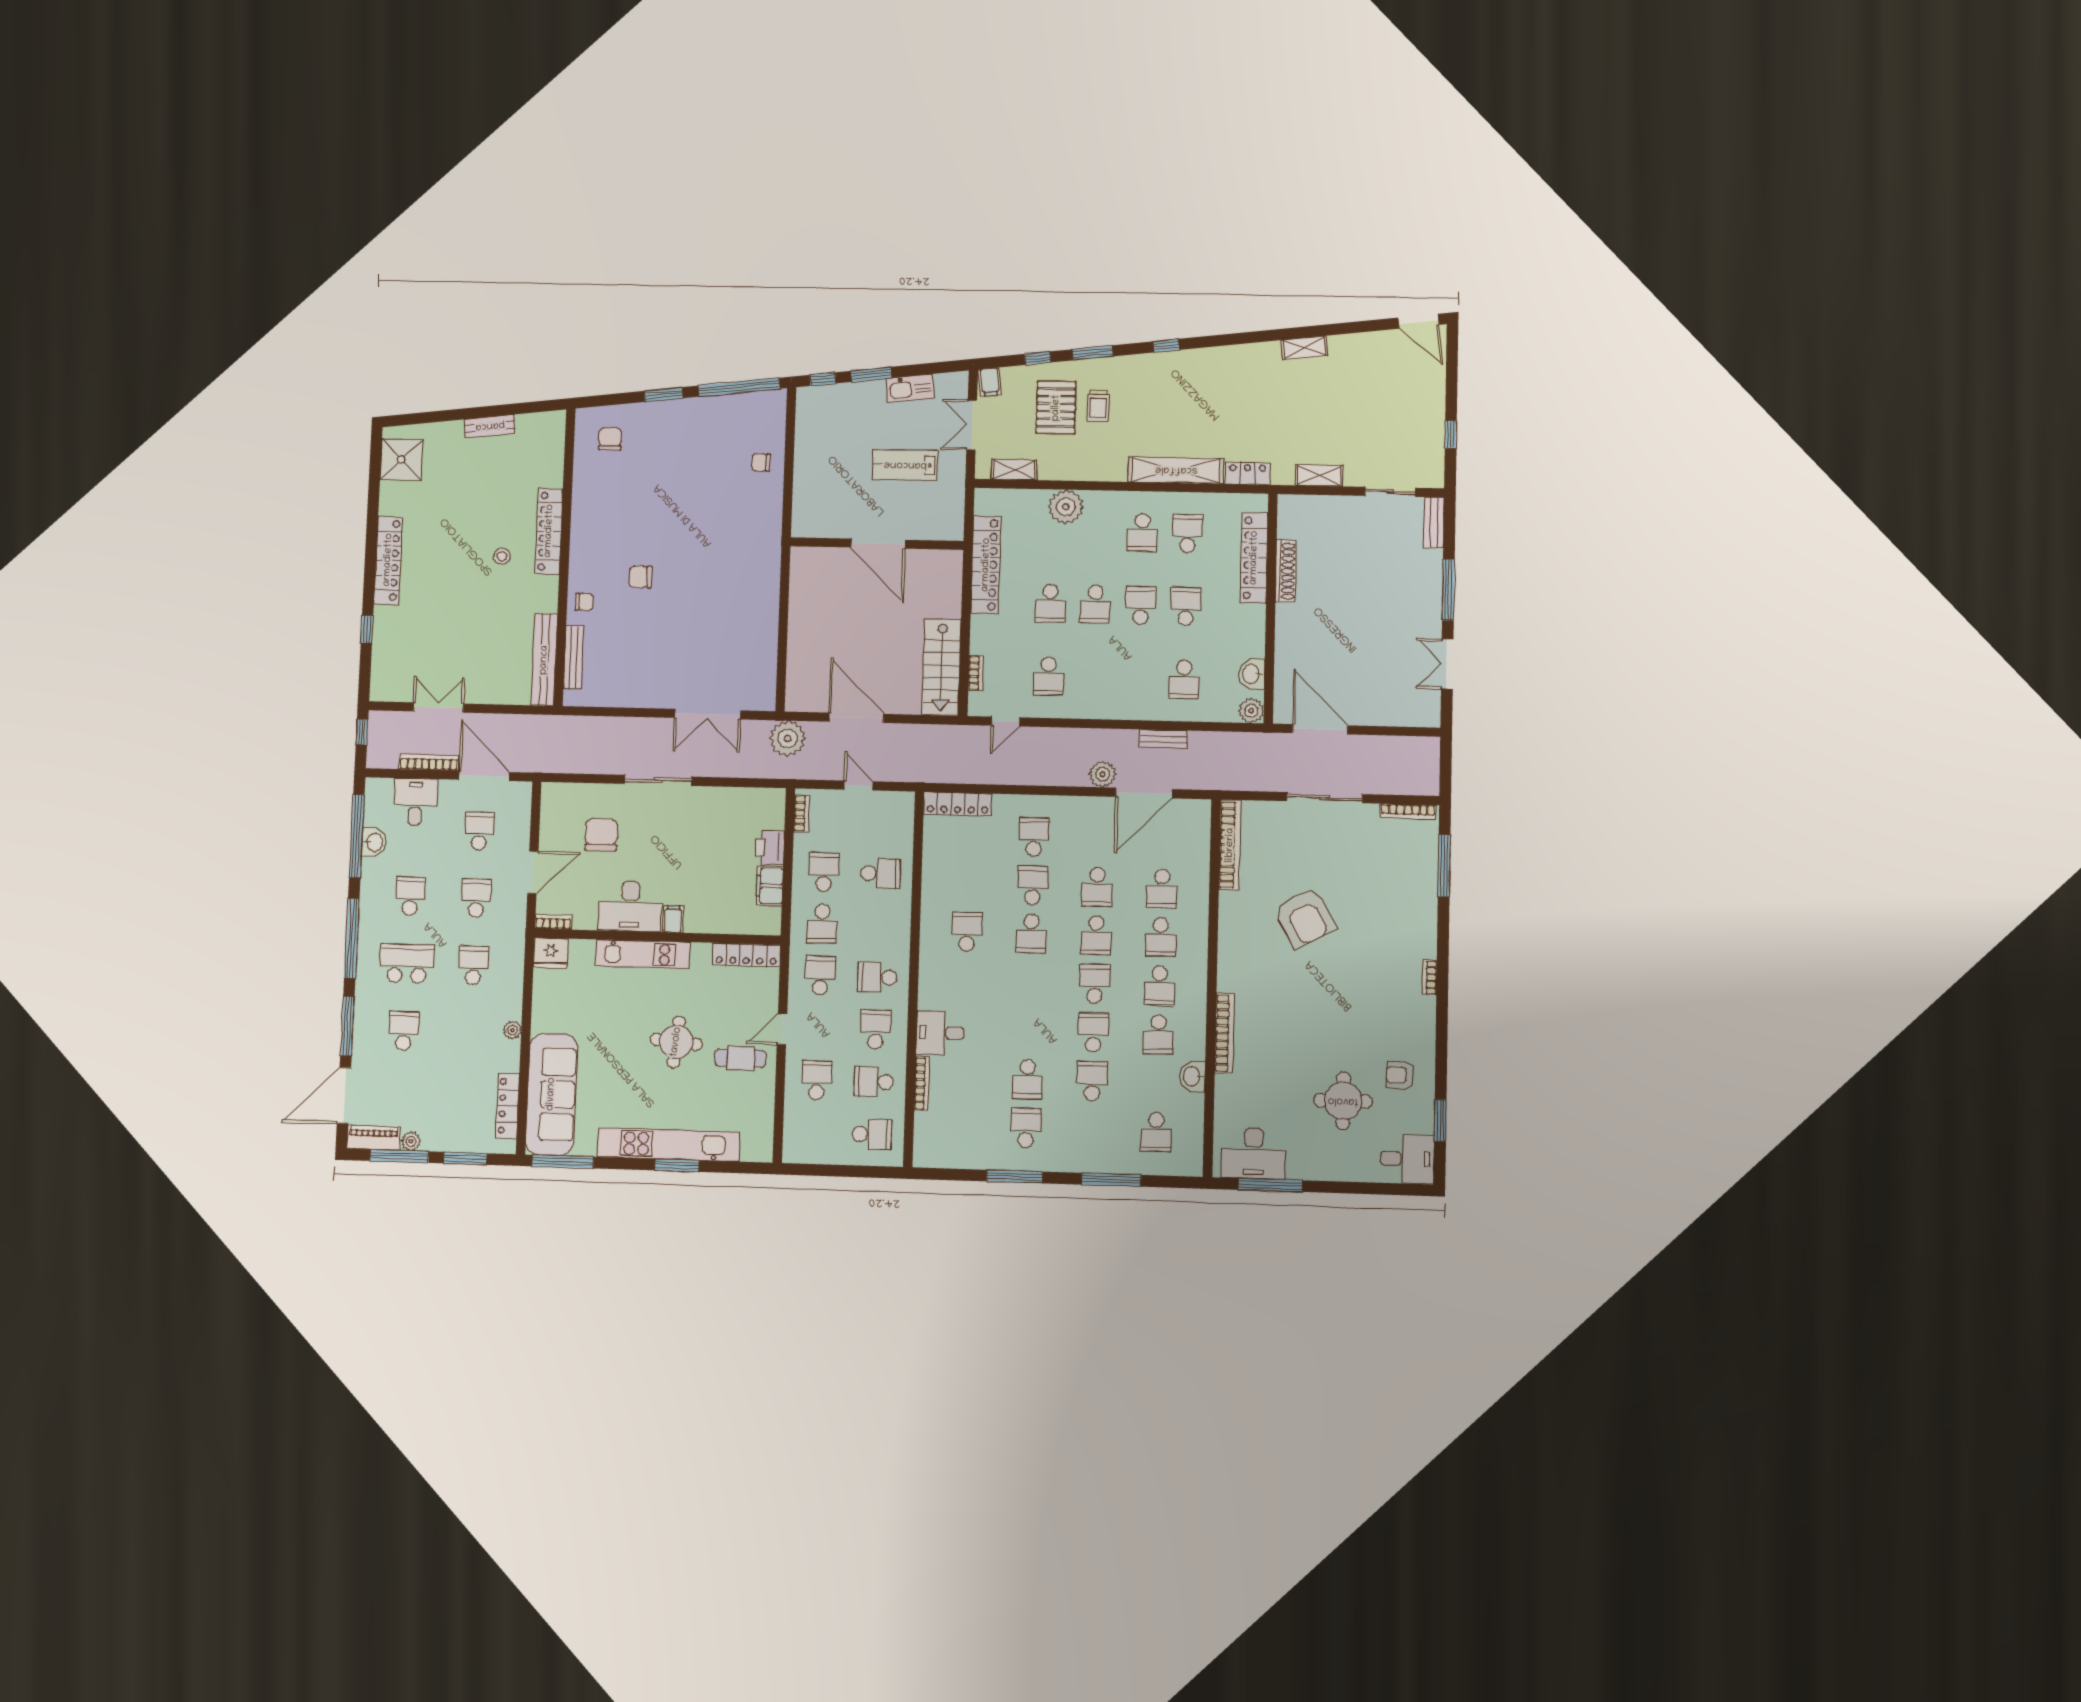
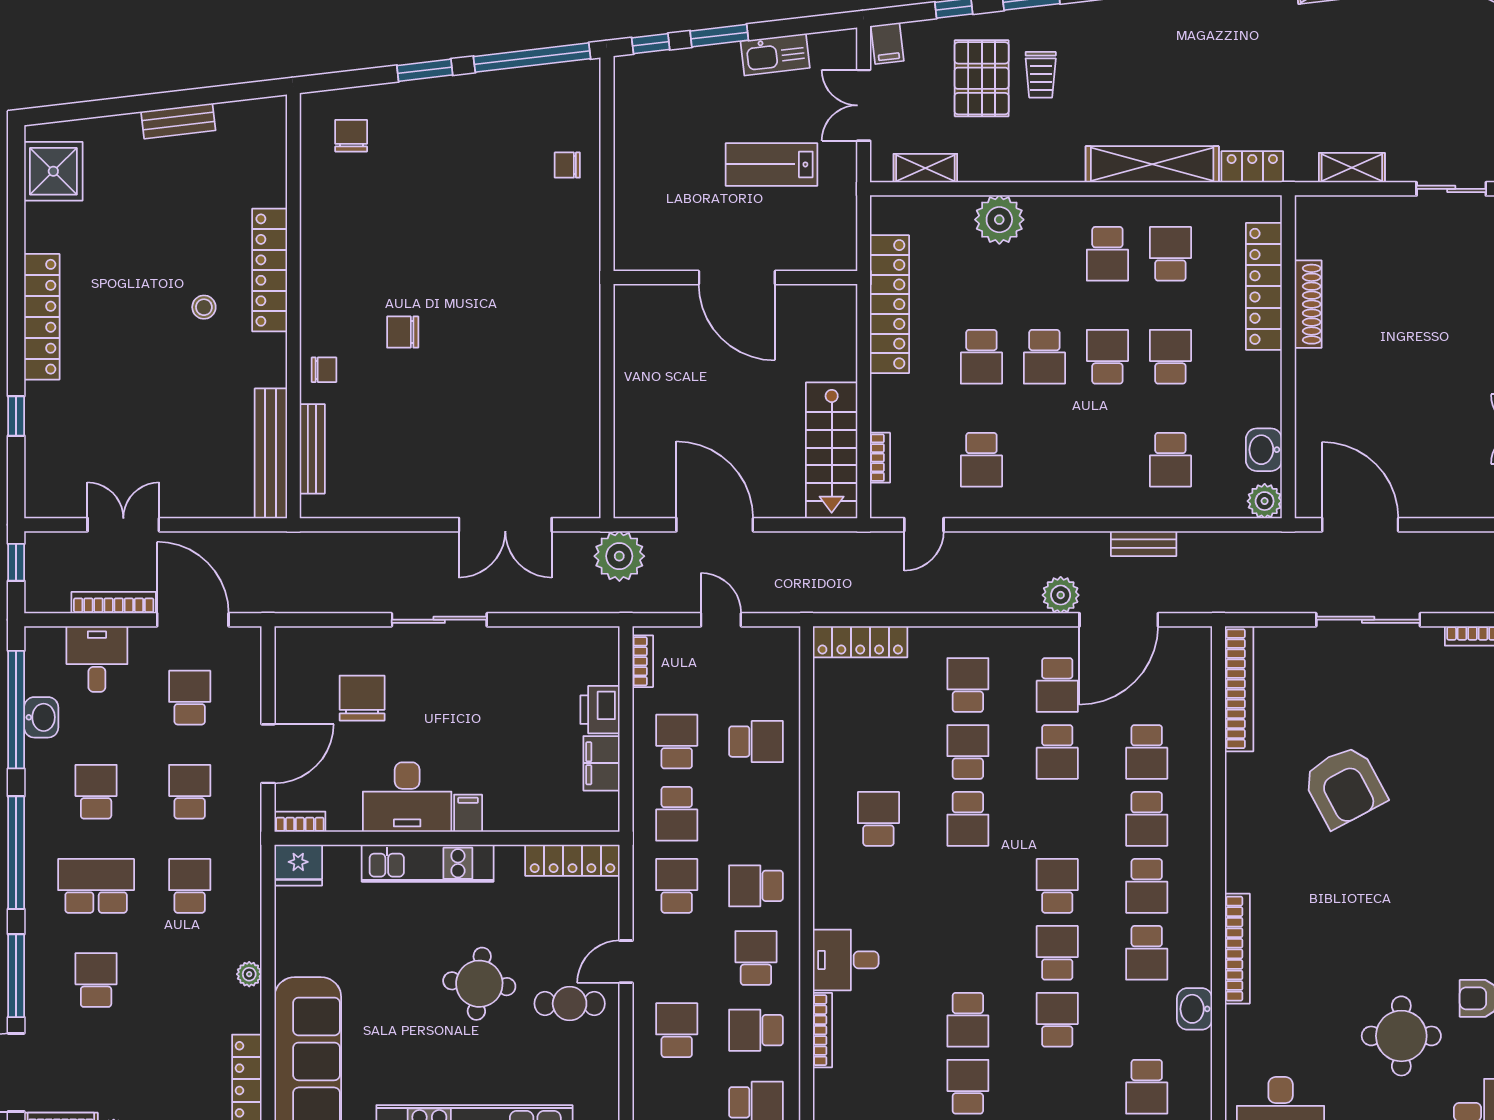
school desk: (1096, 935) -> (1057, 685), moved

